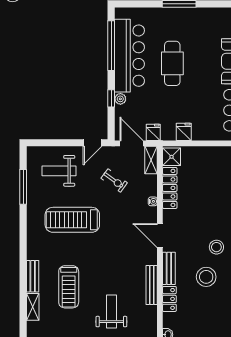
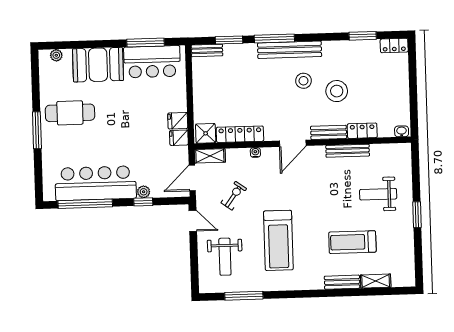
cafe table: (172, 63) -> (70, 113), moved
fridge: (153, 132) -> (179, 138), moved
treadmill: (69, 287) -> (352, 242), turned 180

